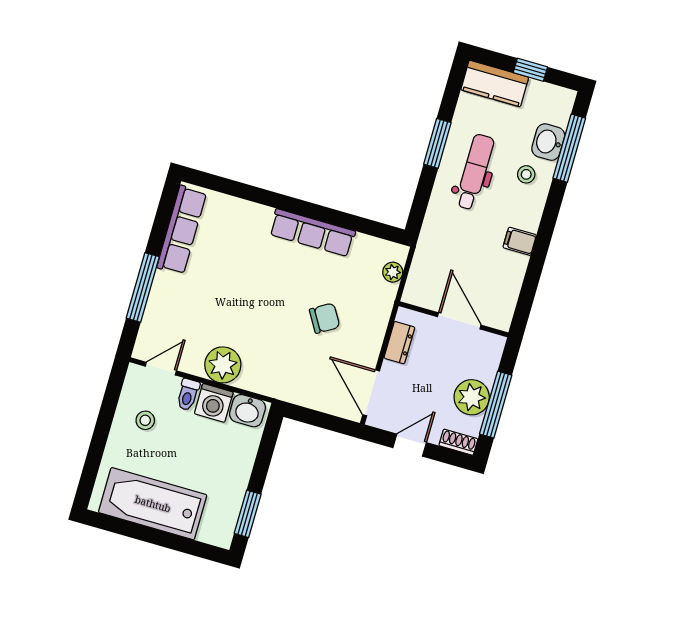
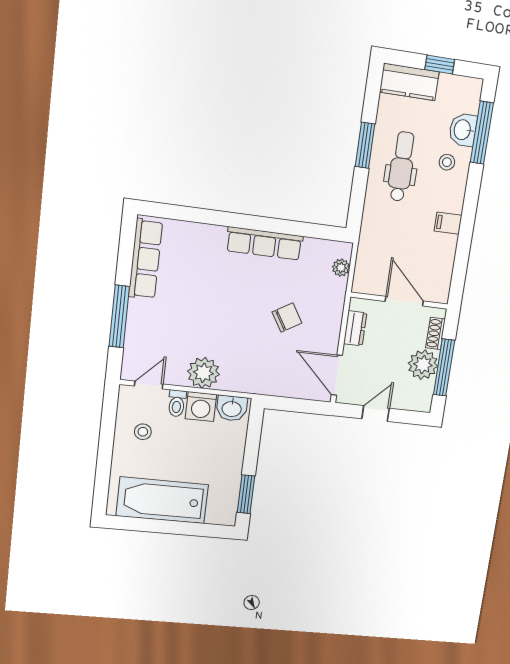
shoe rack: (458, 442) -> (436, 333), moved, turned -90

